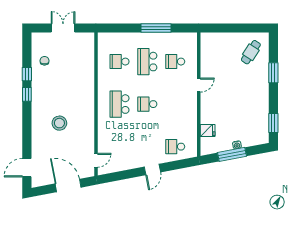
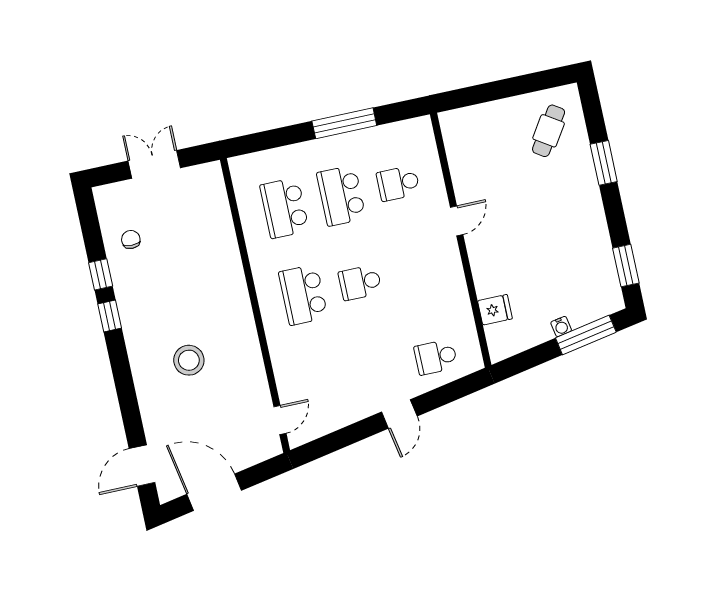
school desk: (120, 62) -> (284, 208), width x1.85
window: (232, 154) -> (586, 335), moved
door: (68, 185) -> (214, 492), moved

